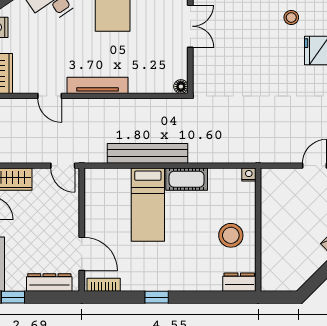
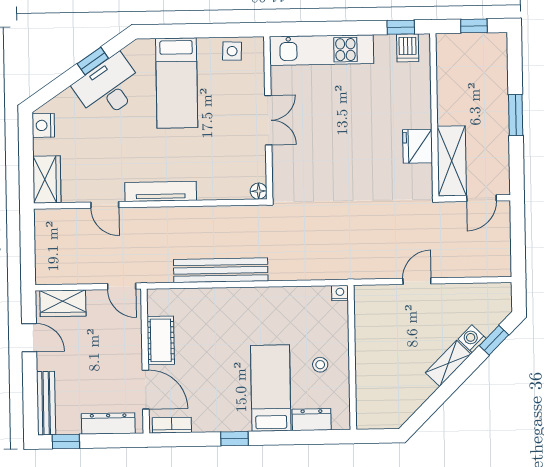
stool: (291, 17) -> (387, 108), removed
cot: (187, 179) -> (161, 340), moved, turned 90
bed: (148, 205) -> (271, 388), moved, turned 180
stool: (231, 235) -> (320, 365), width x0.53, depth x0.53
dresser: (239, 282) -> (312, 420), moved

